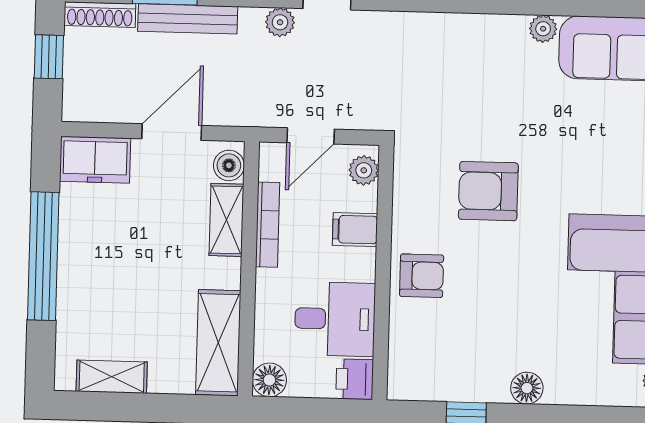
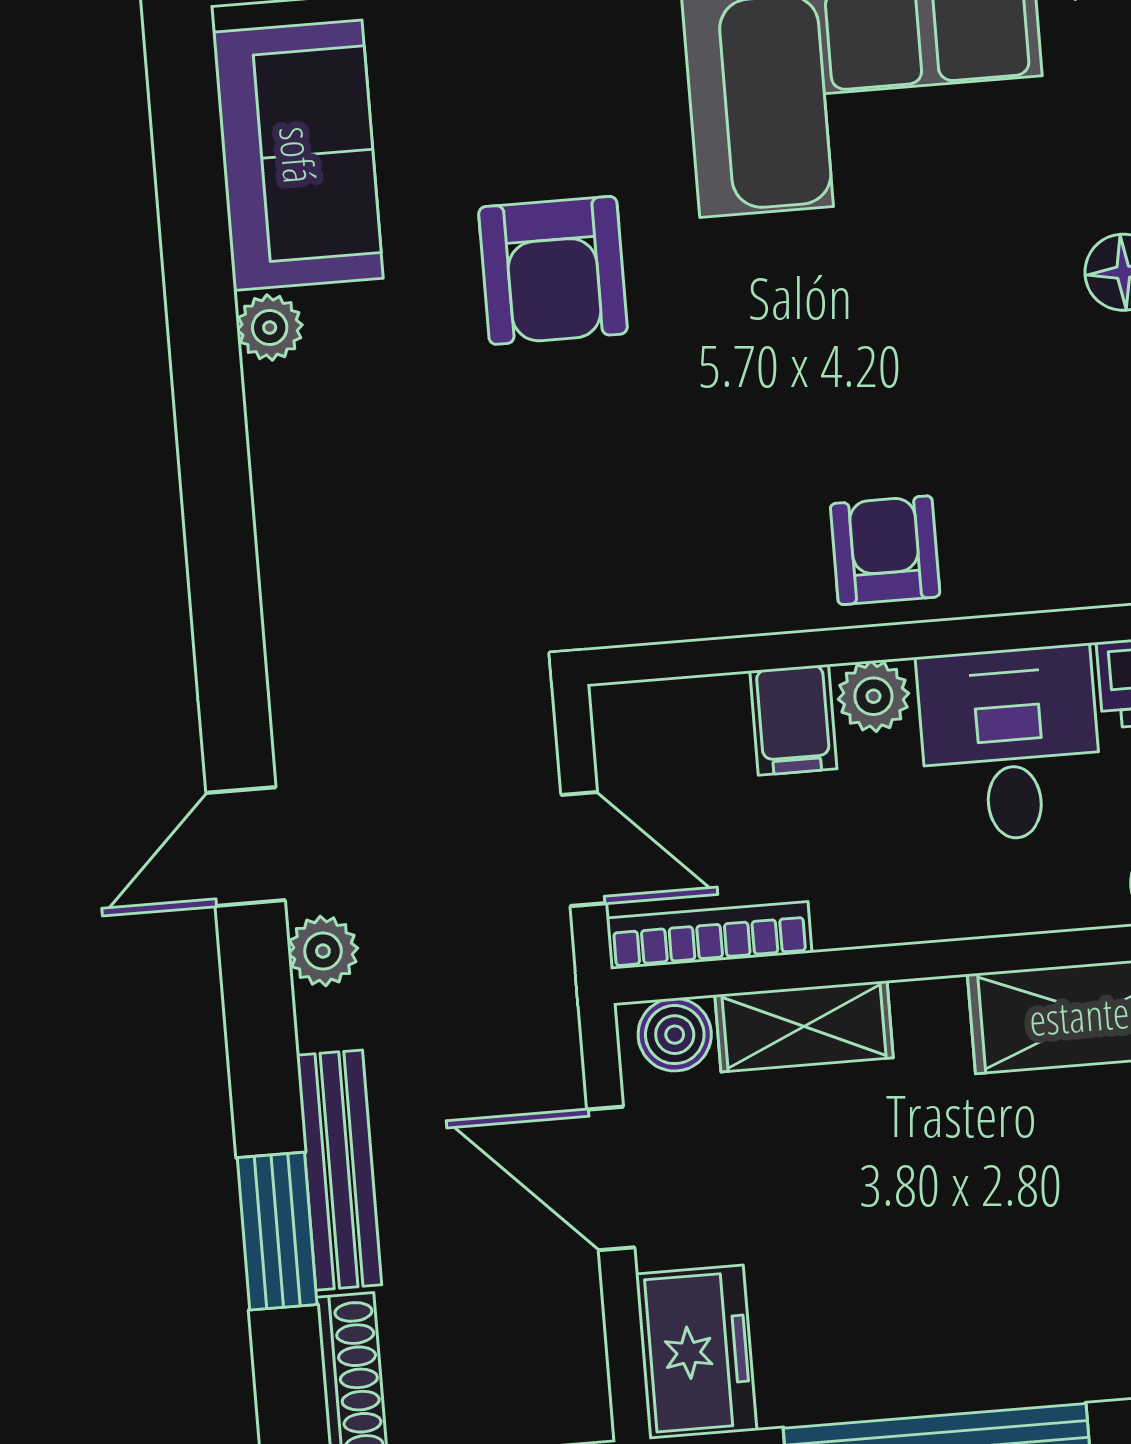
plant: (364, 170) -> (873, 696), moved
armchair: (488, 191) -> (553, 270), moved
bookcase: (268, 225) -> (709, 935), moved

